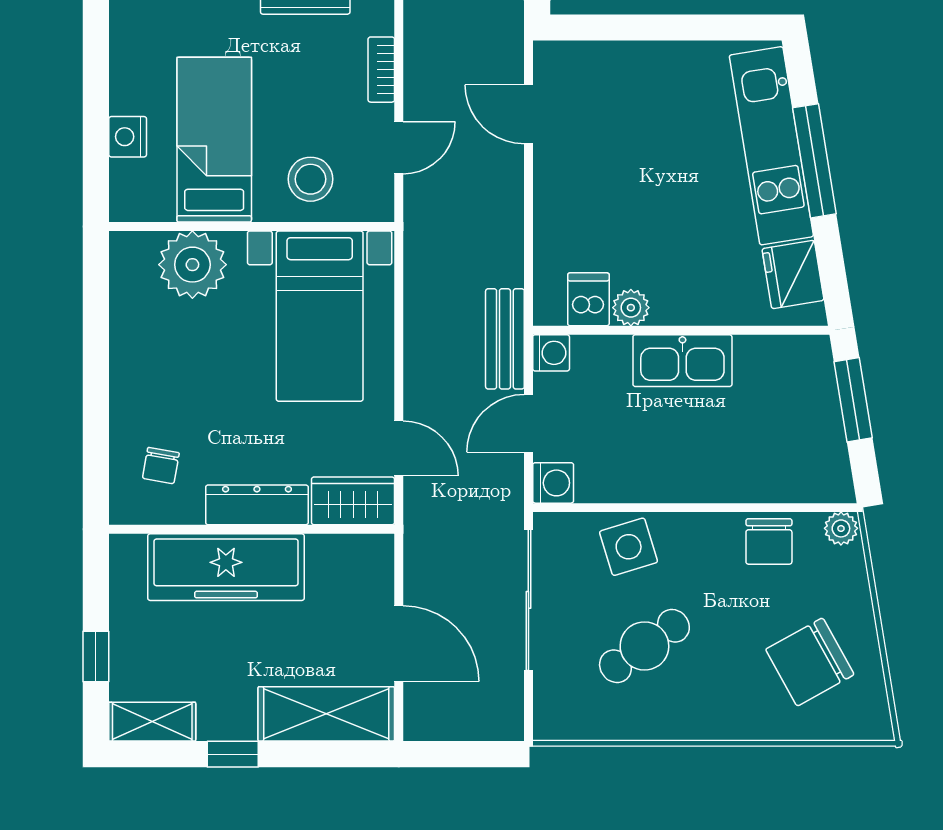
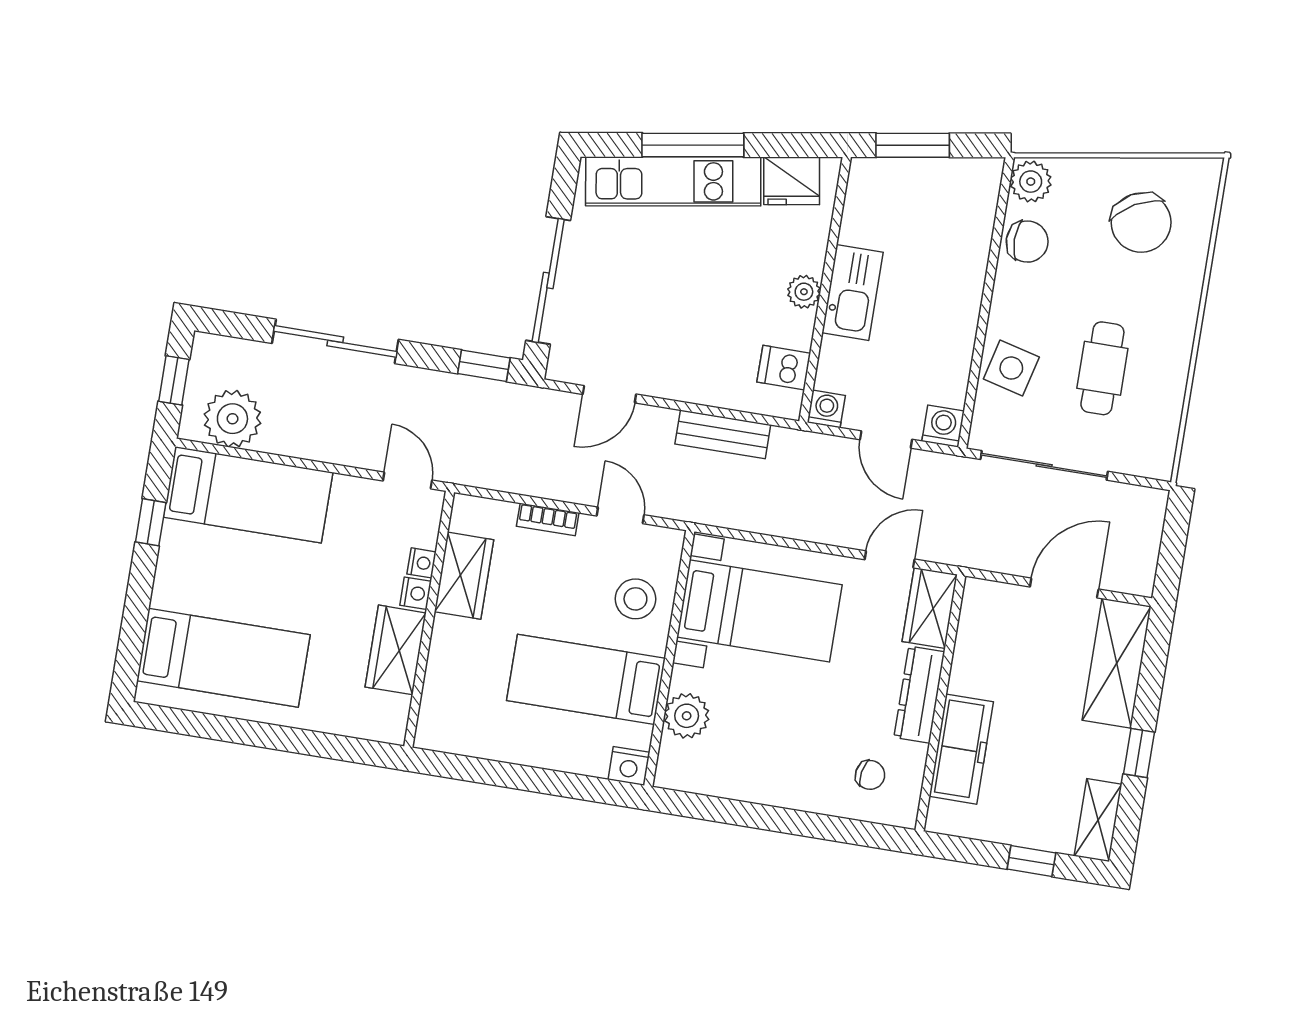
sliding door: (641, 27) -> (548, 280), added
nightstand: (128, 137) -> (629, 766), moved
plant: (192, 265) -> (687, 716), width x0.73, depth x0.73
plant: (631, 308) -> (804, 292), moved
bench: (505, 339) -> (723, 434), moved
plant: (841, 528) -> (1031, 182), width x1.38, depth x1.38
side table: (629, 547) -> (1011, 368), turned 31
freezer: (226, 567) -> (961, 749), width x0.73, depth x0.79
cafe table: (644, 646) -> (1102, 368), turned 35

